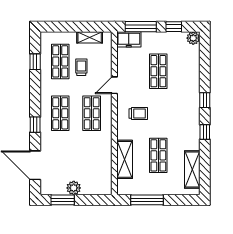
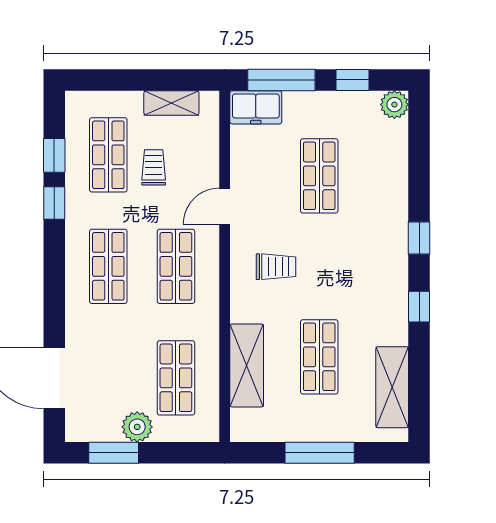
window: (35, 125) -> (54, 203), moved
shop shelf: (92, 165) -> (176, 378), added
window: (147, 200) -> (320, 453), moved

